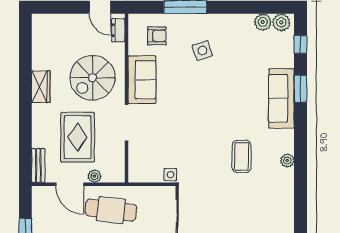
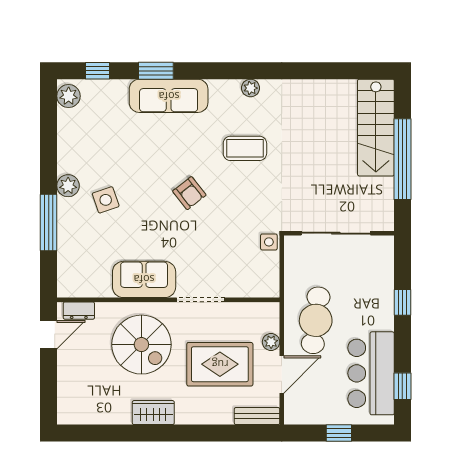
plant: (263, 22) -> (68, 186), moved
armchair: (157, 36) -> (189, 193), moved, turned 142

